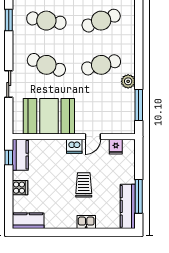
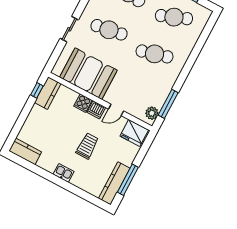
cafe table: (46, 65) -> (109, 30), turned -30
plant: (128, 81) -> (152, 113), moved
fridge: (116, 147) -> (134, 133), width x1.88, depth x1.34
cooker: (20, 188) -> (83, 103), moved, turned 90
kitchen sink: (86, 222) -> (63, 173), moved

